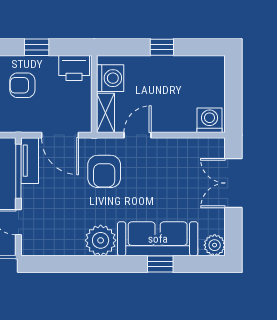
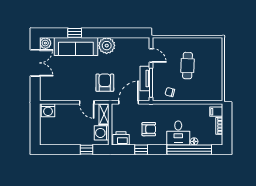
window: (162, 47) -> (86, 150), moved
door: (60, 135) -> (129, 102), hinge flipped
door: (138, 135) -> (87, 102), hinge flipped
tv unit: (30, 161) -> (145, 78), moved
double door: (233, 183) -> (35, 63), moved

